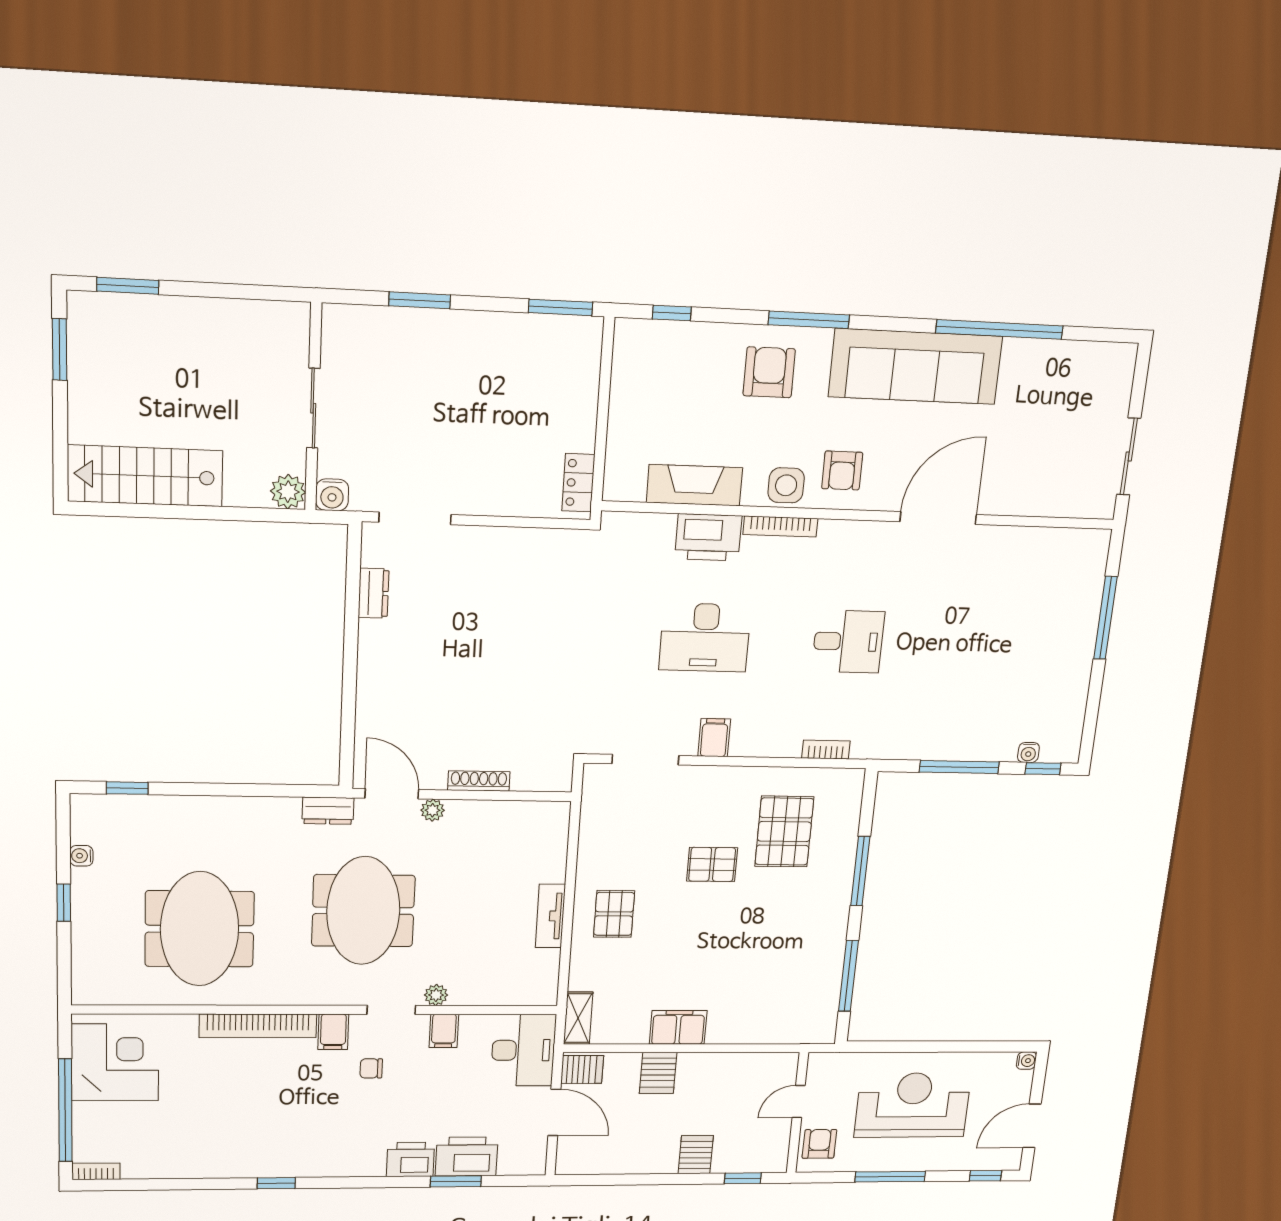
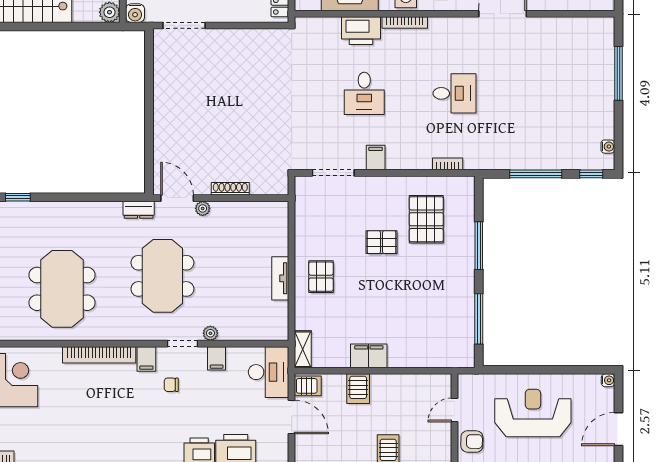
dresser: (374, 593) -> (161, 72), removed
desk: (705, 638) -> (364, 93), width x0.73
water cooler: (1028, 752) -> (608, 147), moved, turned -90
armchair: (819, 1144) -> (472, 441), turned 91

